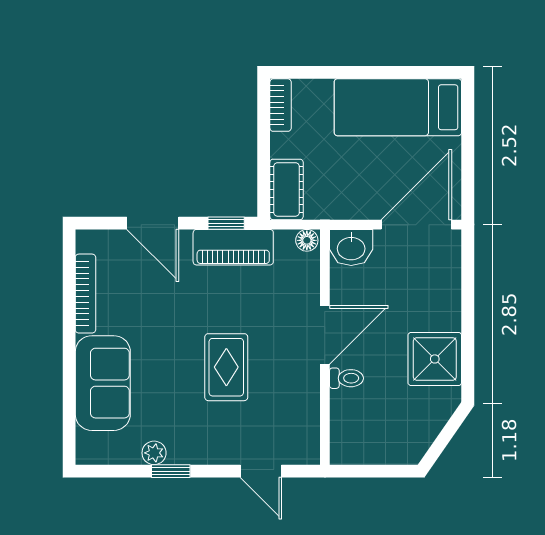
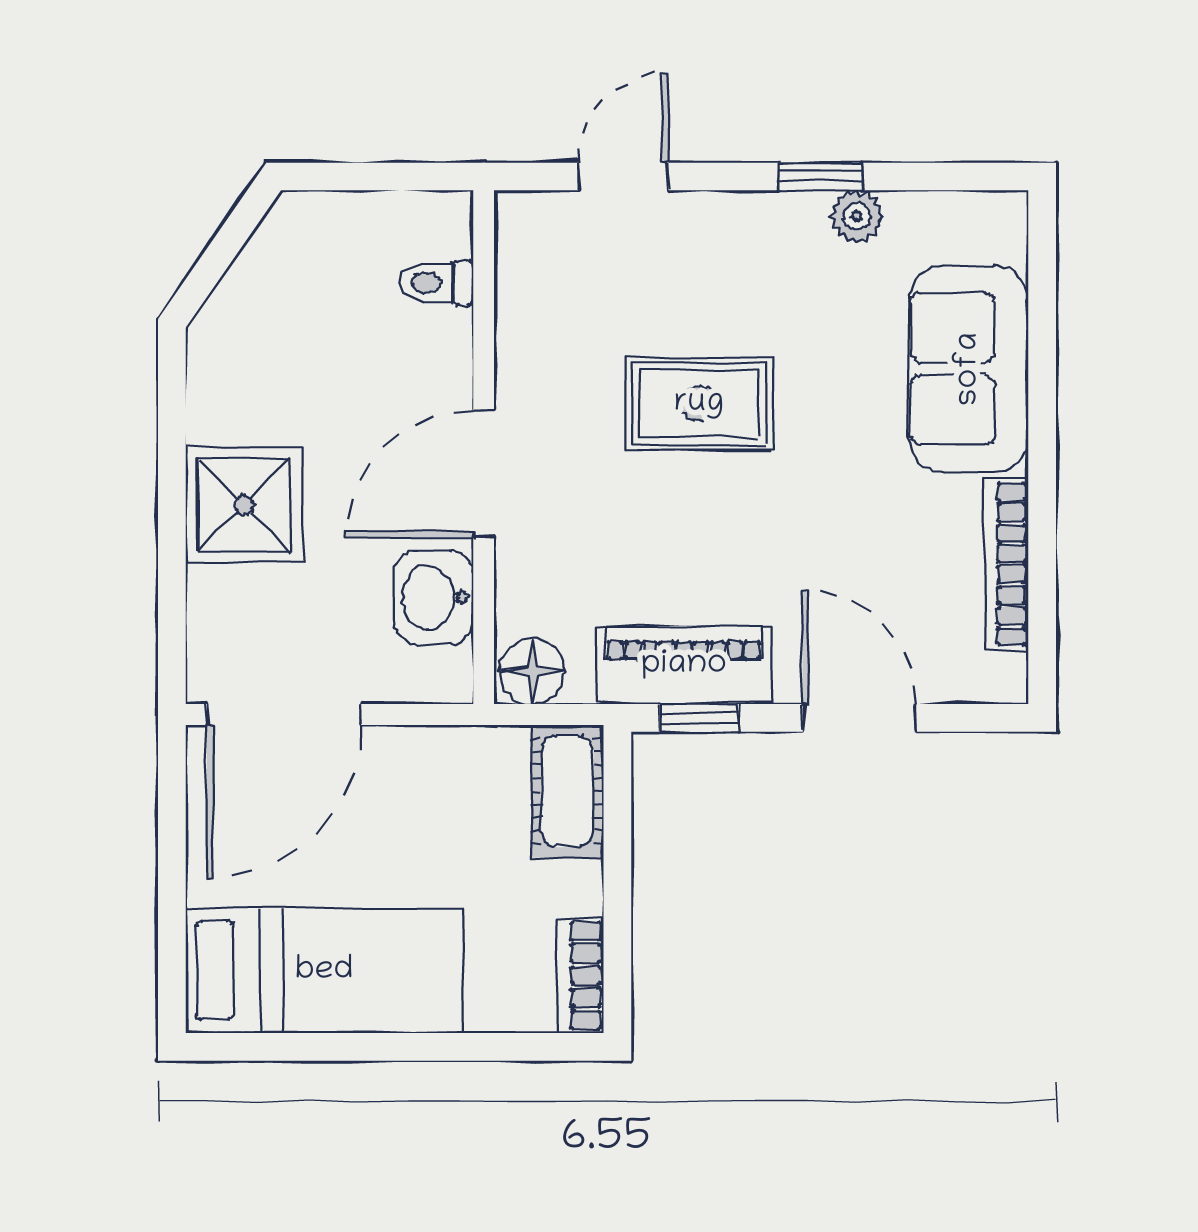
floor lamp: (307, 240) -> (532, 671), width x1.37, depth x1.37
washbasin: (351, 248) -> (434, 597), moved, turned -90
shower: (435, 359) -> (244, 505), moved
rug: (226, 367) -> (699, 403), turned 90
toilet: (346, 378) -> (437, 283), moved
door: (261, 471) -> (623, 177), hinge flipped

